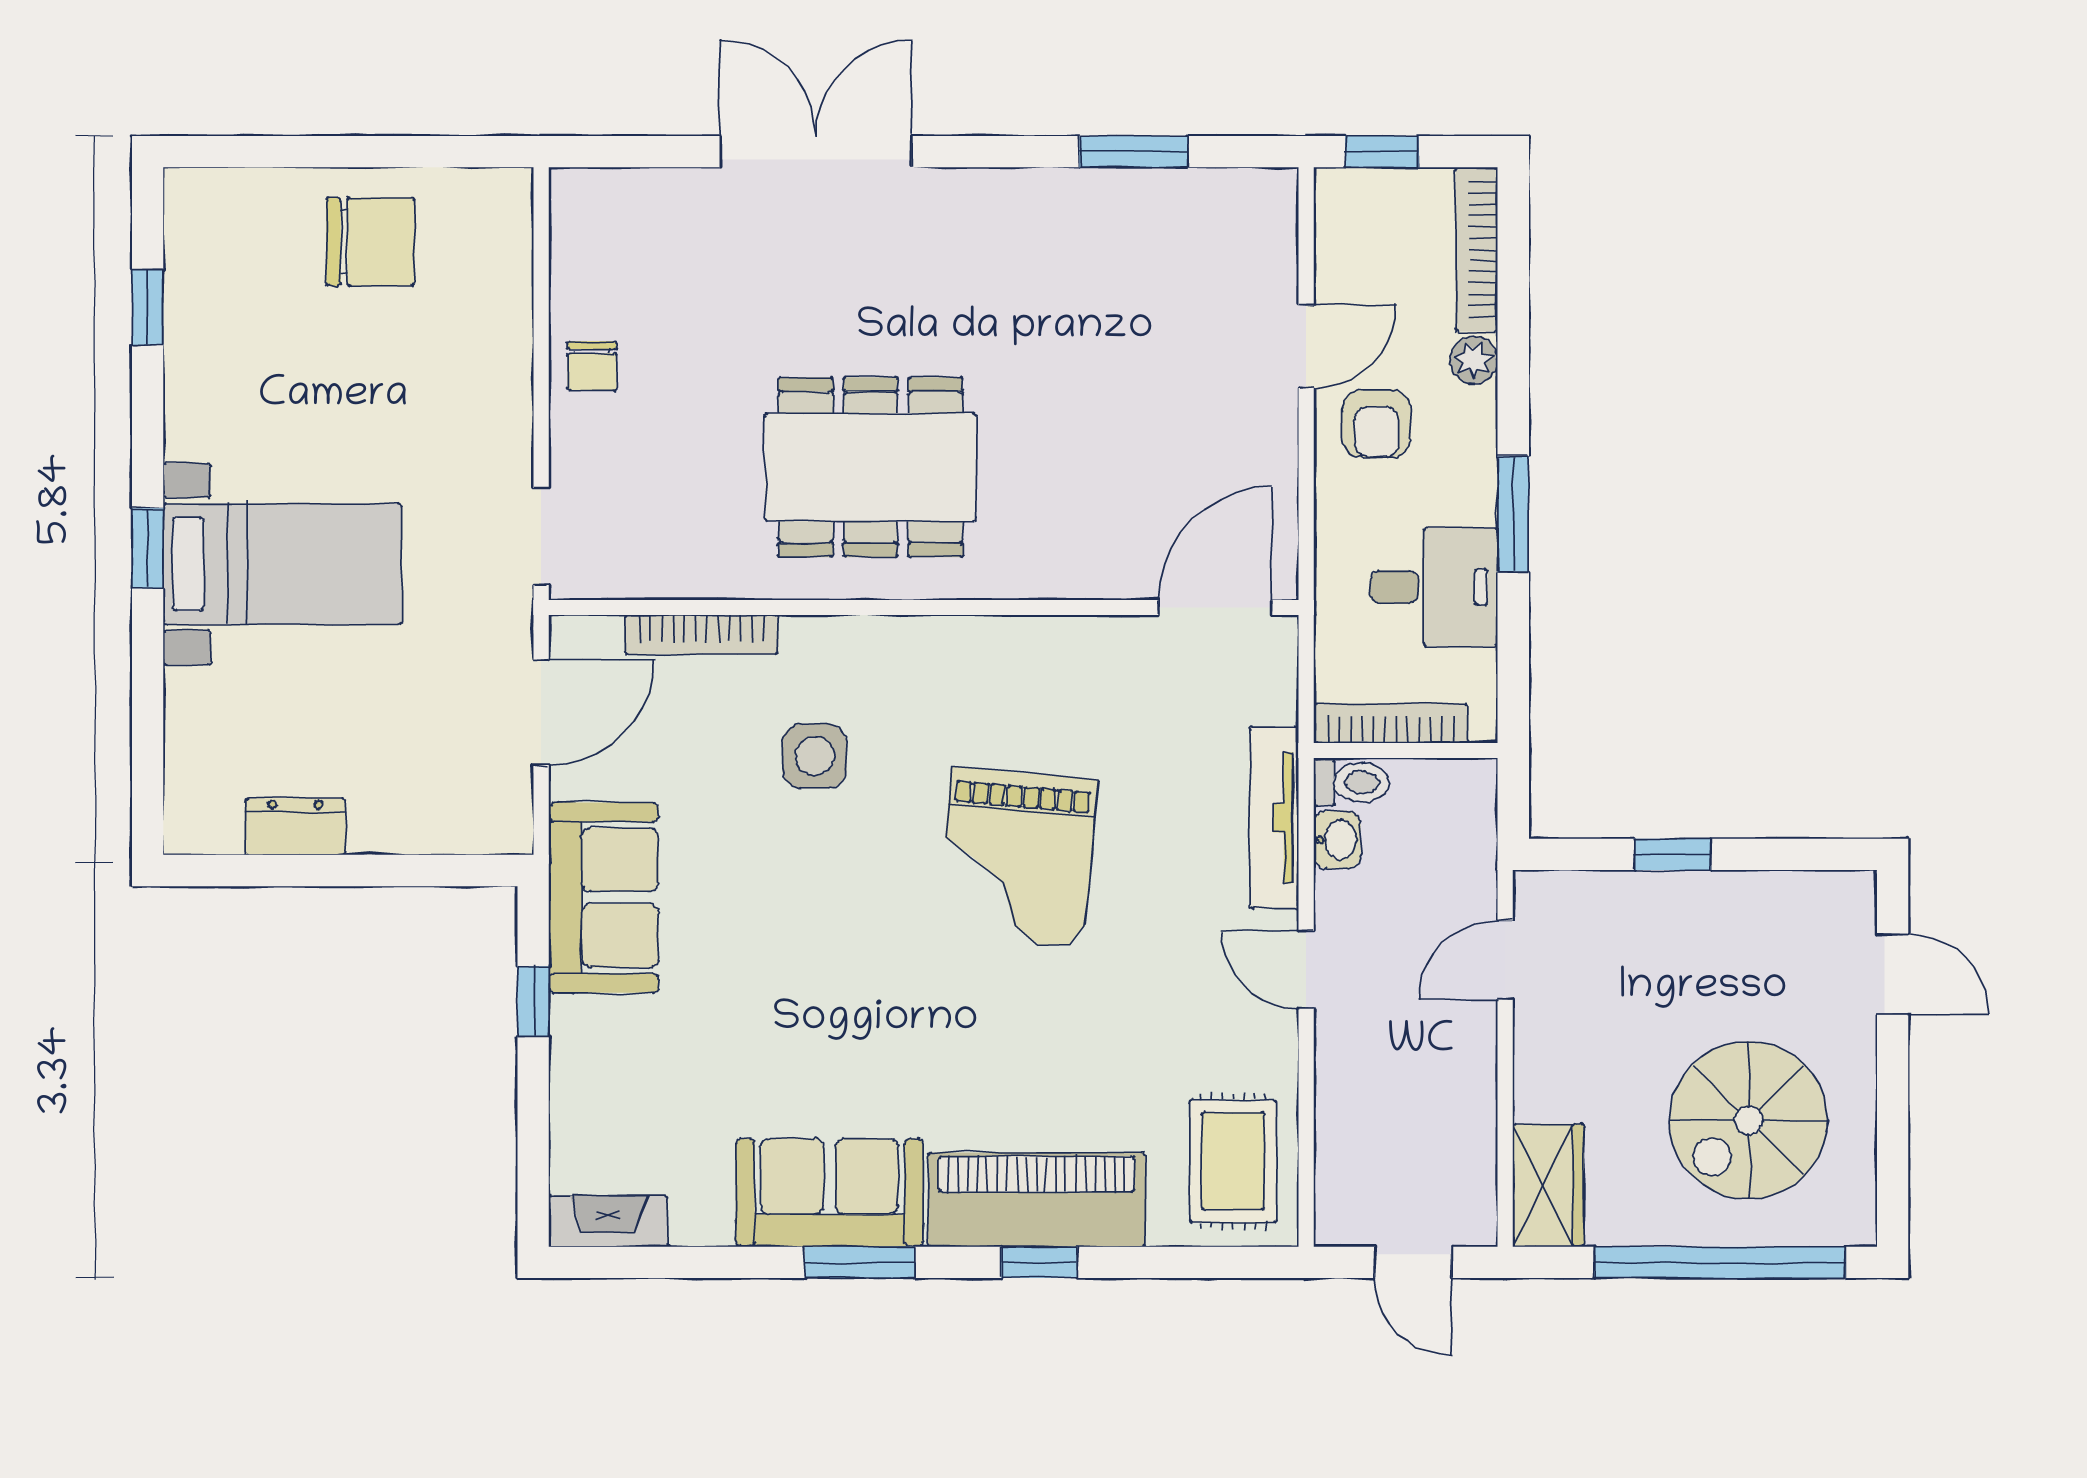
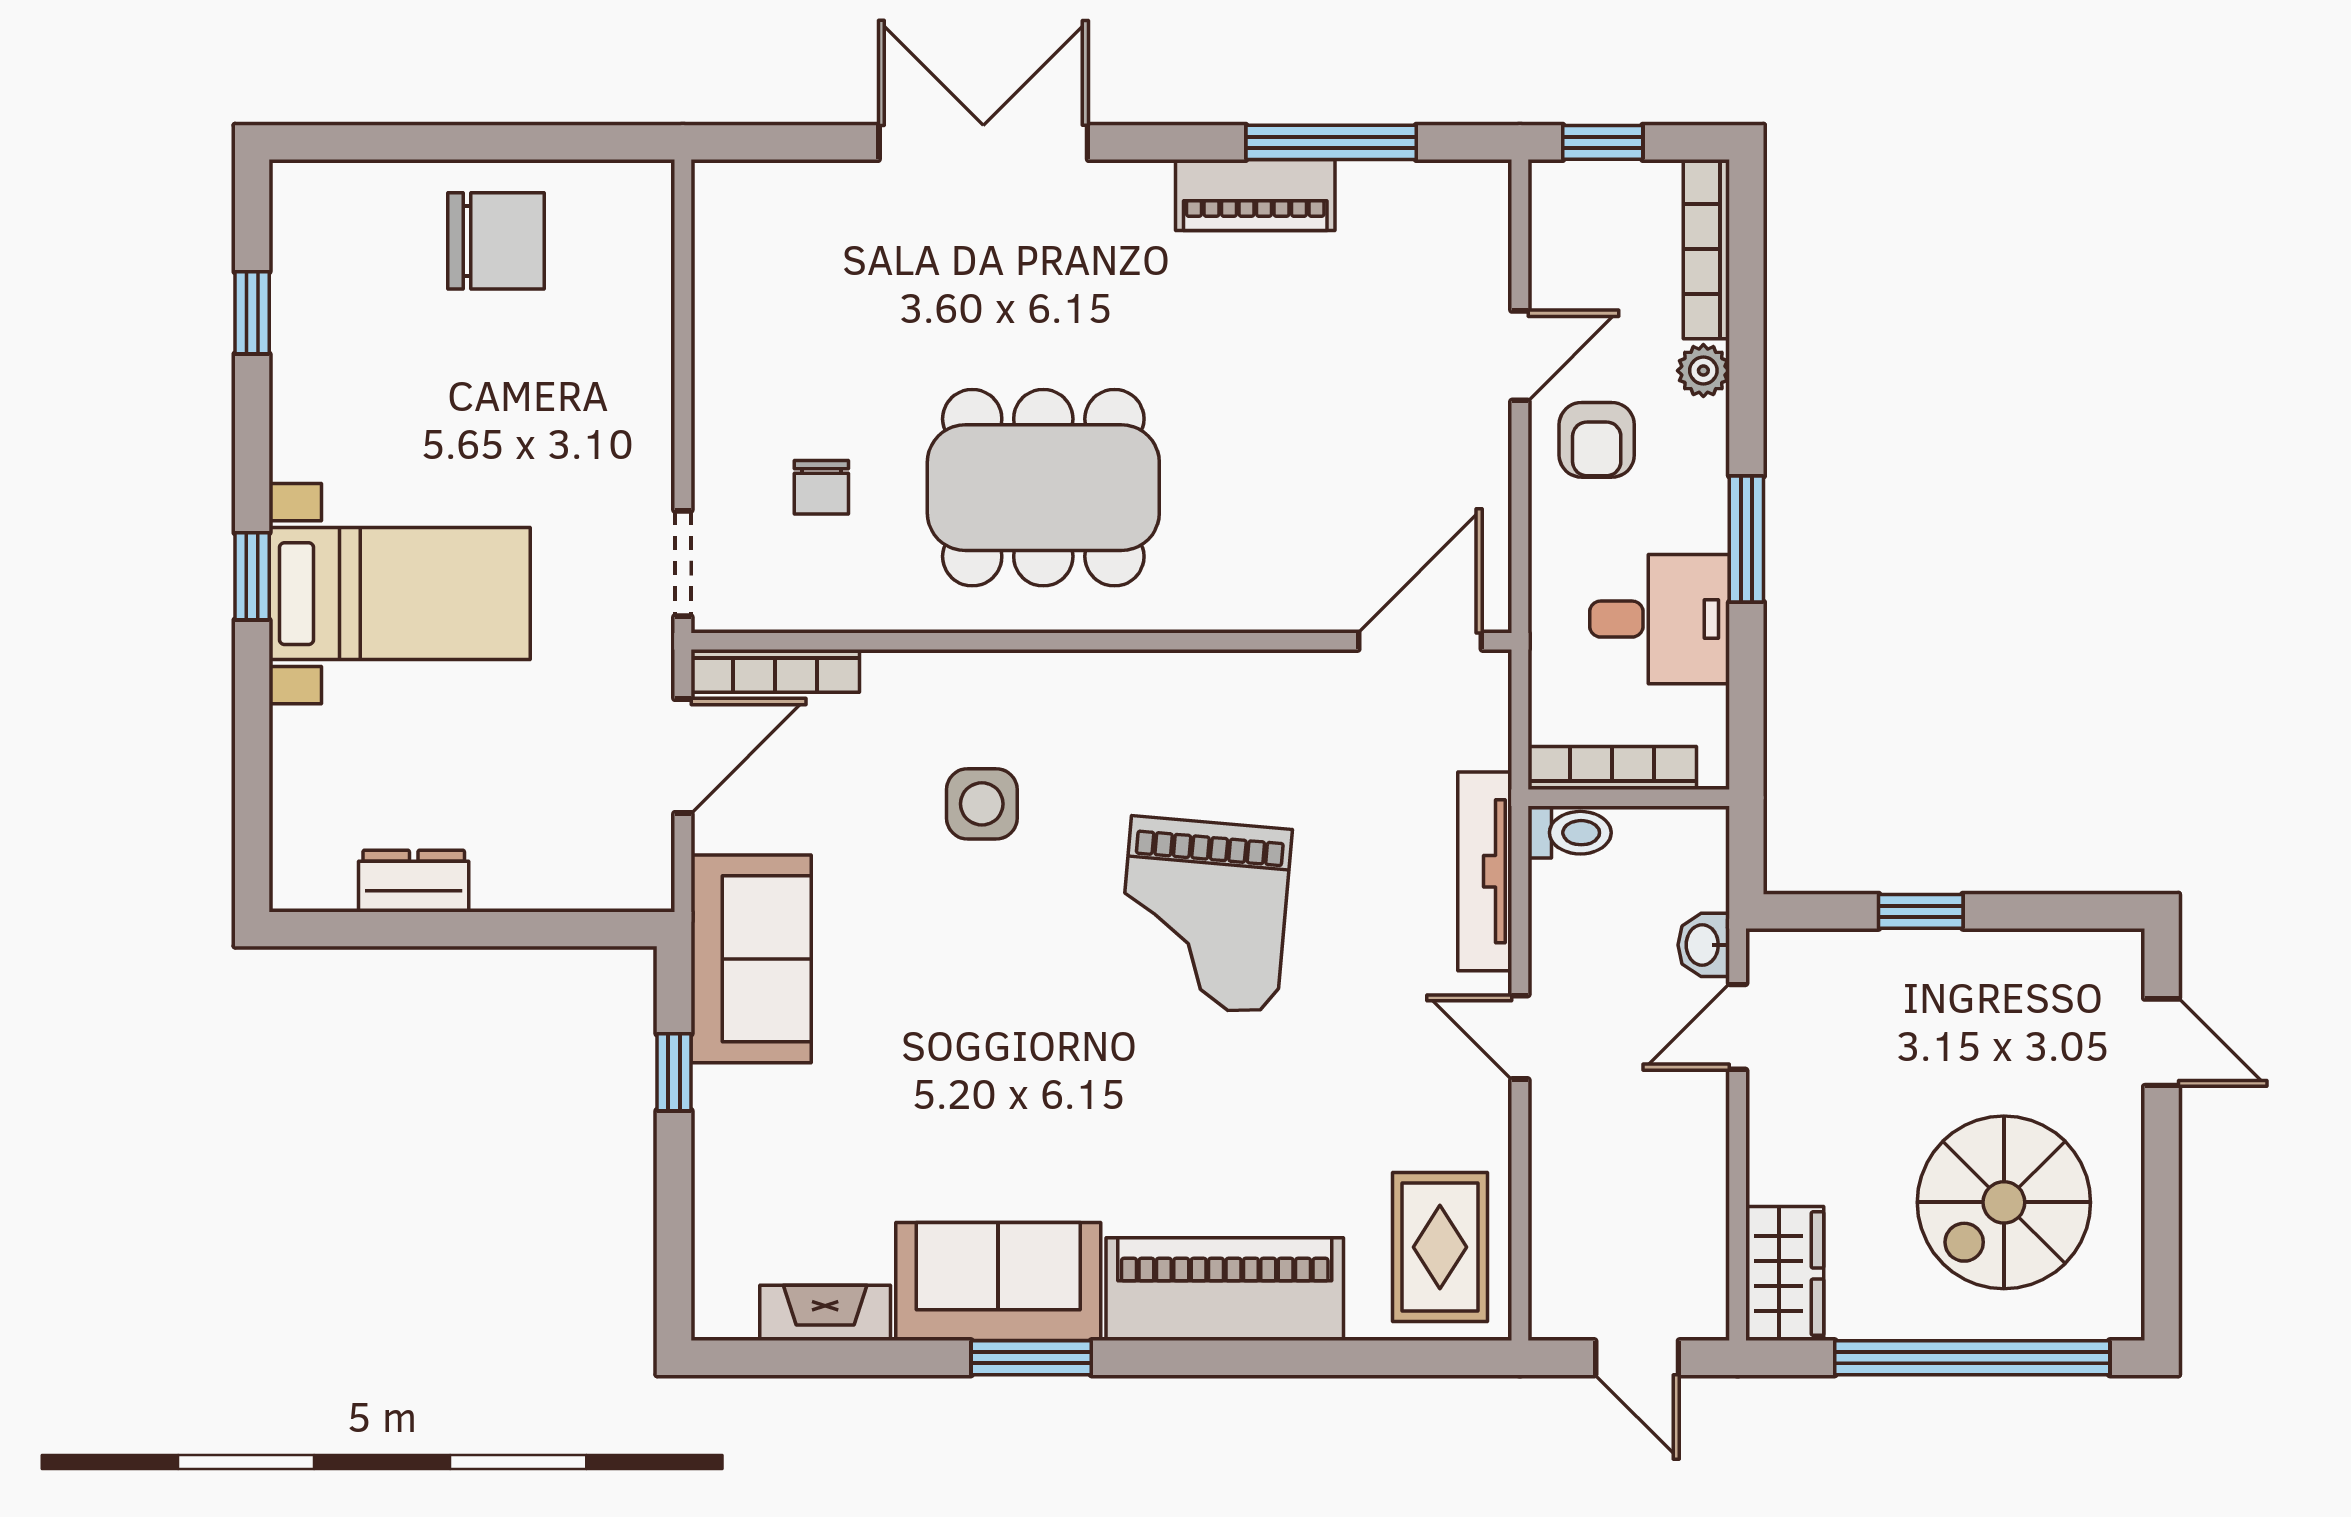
window: (1134, 152) -> (1331, 142), width x1.44
piano: (1064, 200) -> (1255, 195), added
chair: (592, 366) -> (821, 487), moved
bookcase: (701, 635) -> (775, 671), moved
washbasin: (1337, 840) -> (1704, 945), moved, turned 180
fireplace: (608, 1221) -> (825, 1313), moved
window: (1039, 1262) -> (1228, 1358), removed

